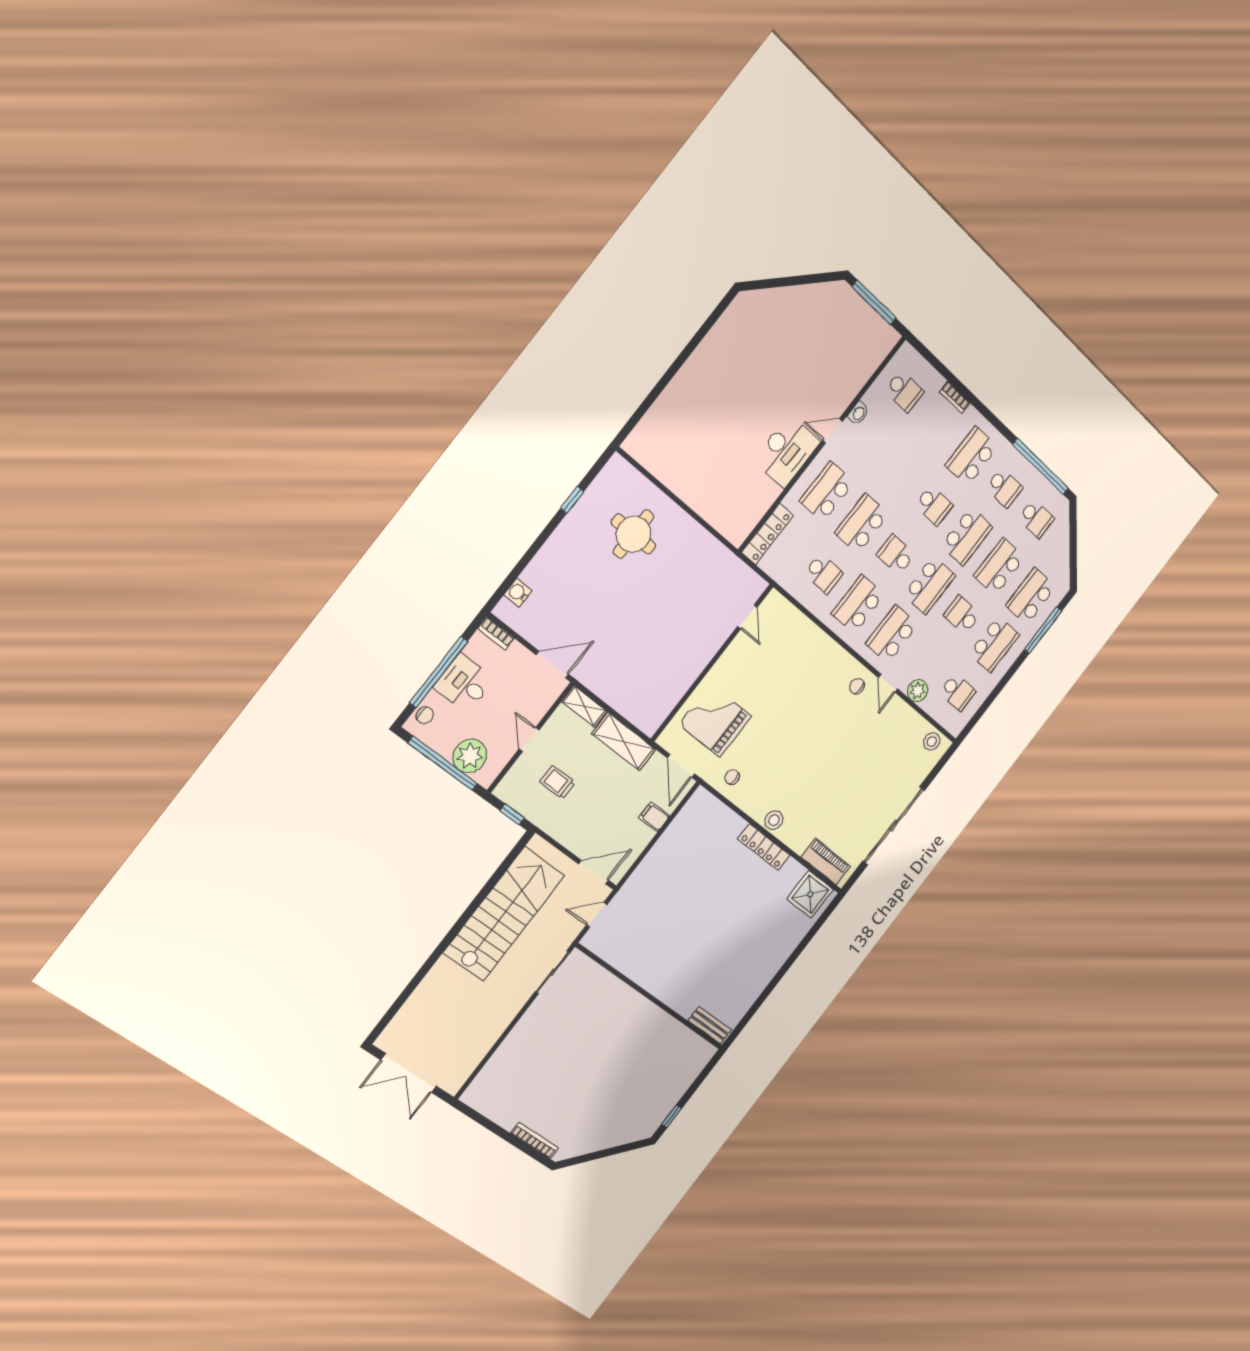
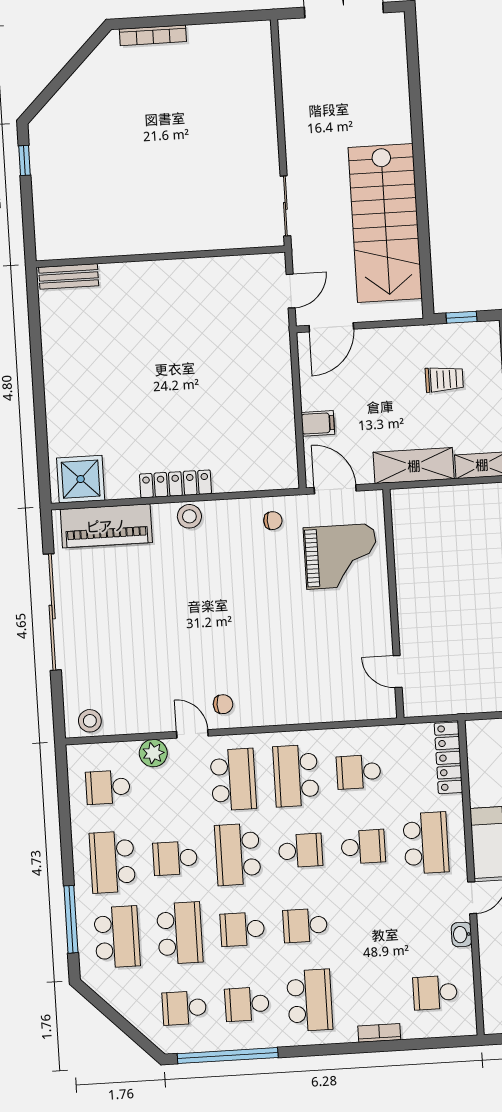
school desk: (862, 524) -> (363, 847), width x0.54
school desk: (967, 536) -> (242, 929), width x0.54
school desk: (858, 604) -> (296, 776), turned 180
school desk: (962, 615) -> (175, 858), turned 180
piano: (826, 862) -> (106, 526), width x1.37, depth x1.33

